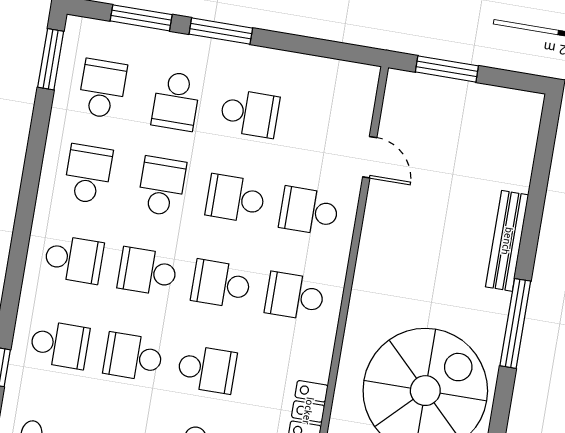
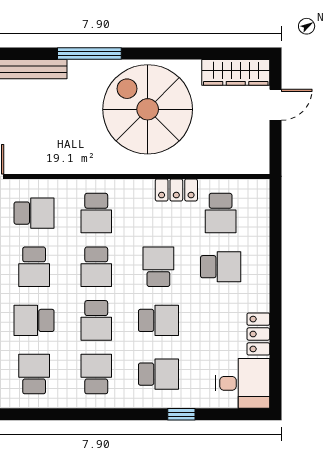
school desk: (88, 174) -> (34, 374), turned 90
school desk: (309, 211) -> (34, 213), turned -90
school desk: (60, 345) -> (158, 374), turned 90
school desk: (133, 357) -> (158, 320), turned -90

